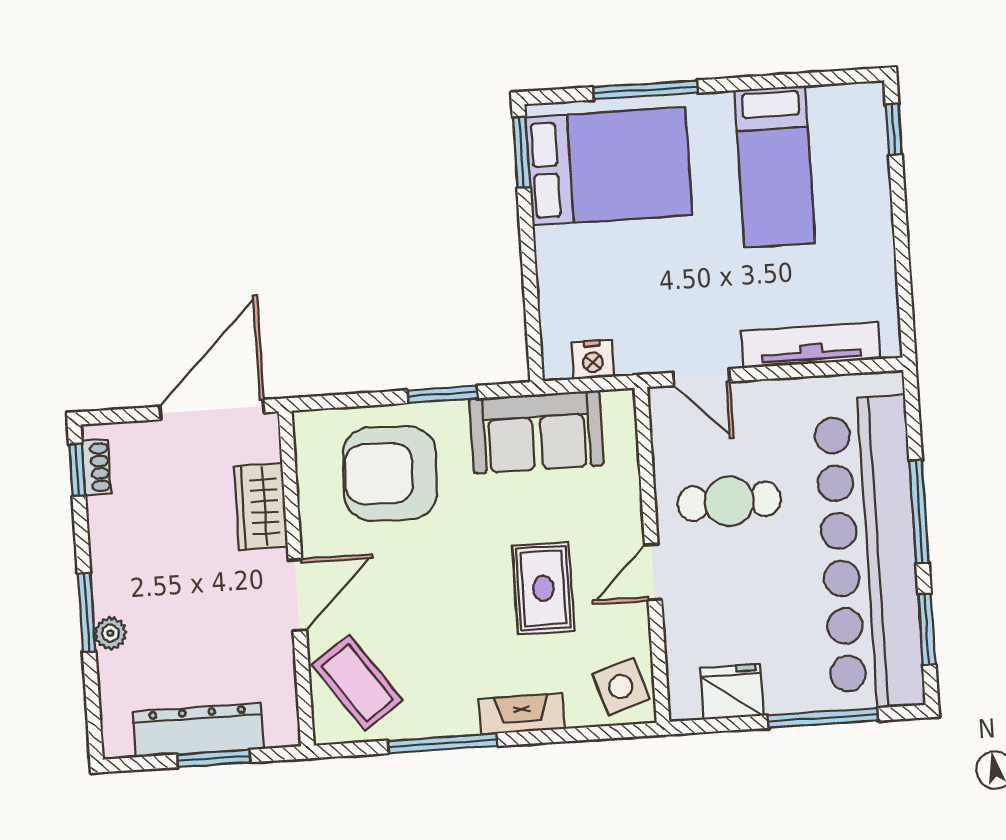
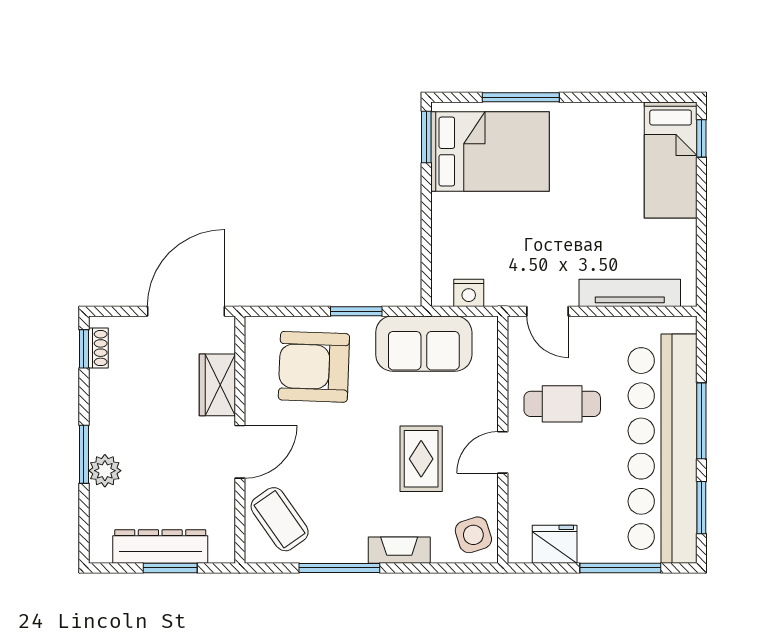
bed: (775, 167) -> (671, 160), moved
plant: (110, 633) -> (105, 471), width x1.38, depth x1.38

